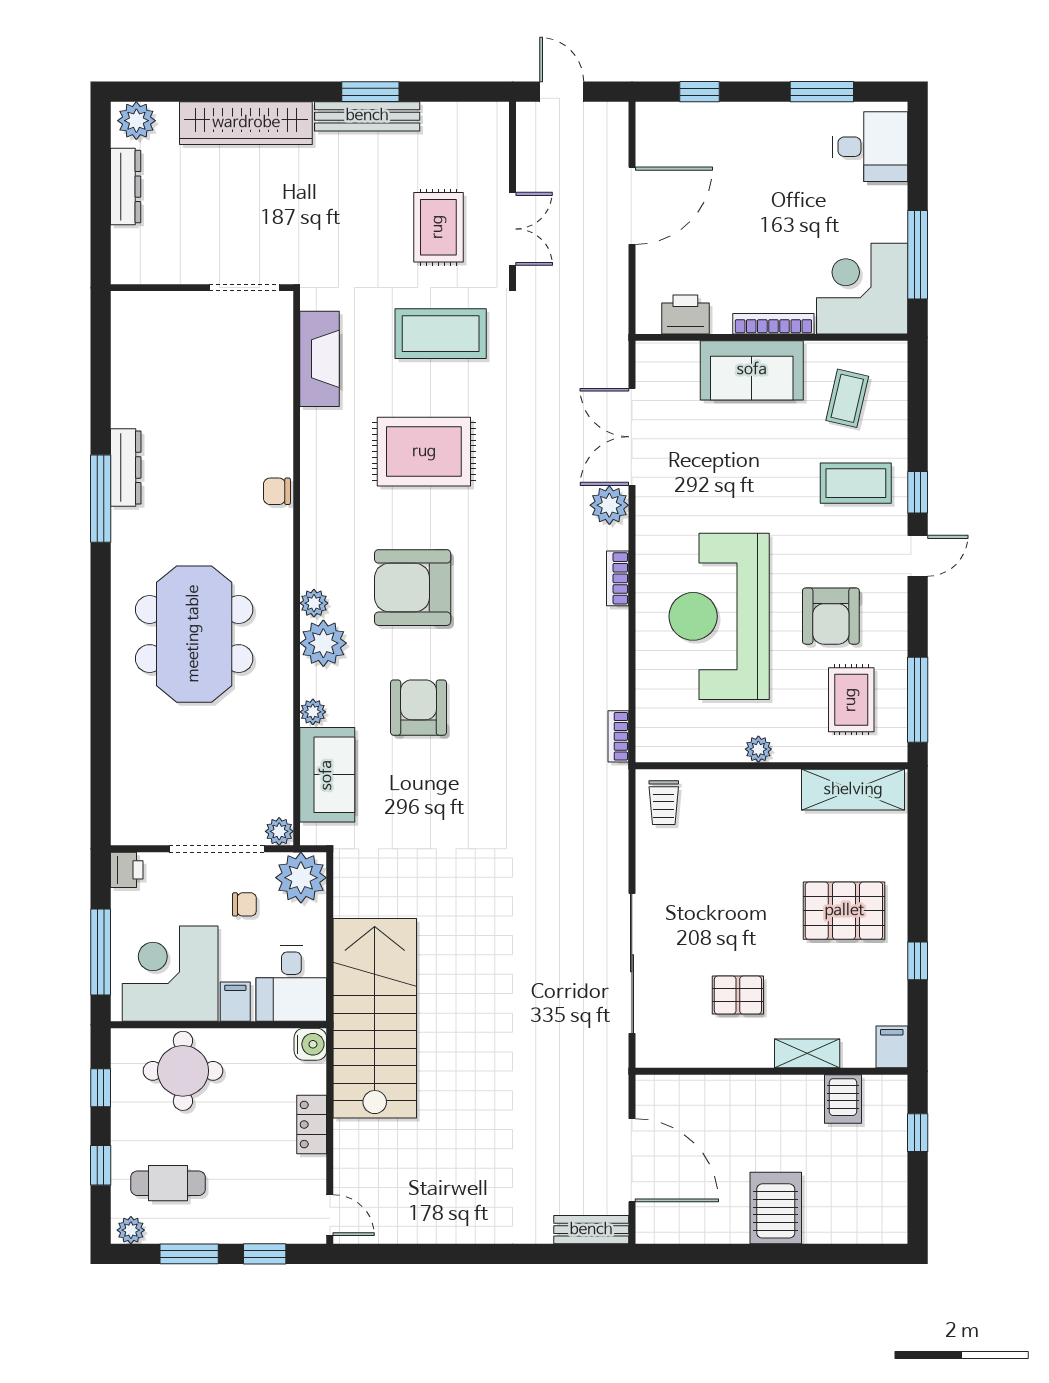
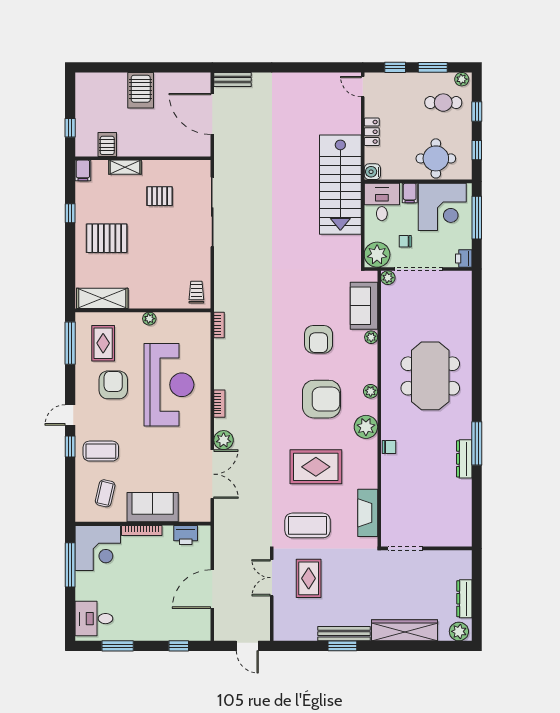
plant: (323, 643) -> (366, 427), moved

